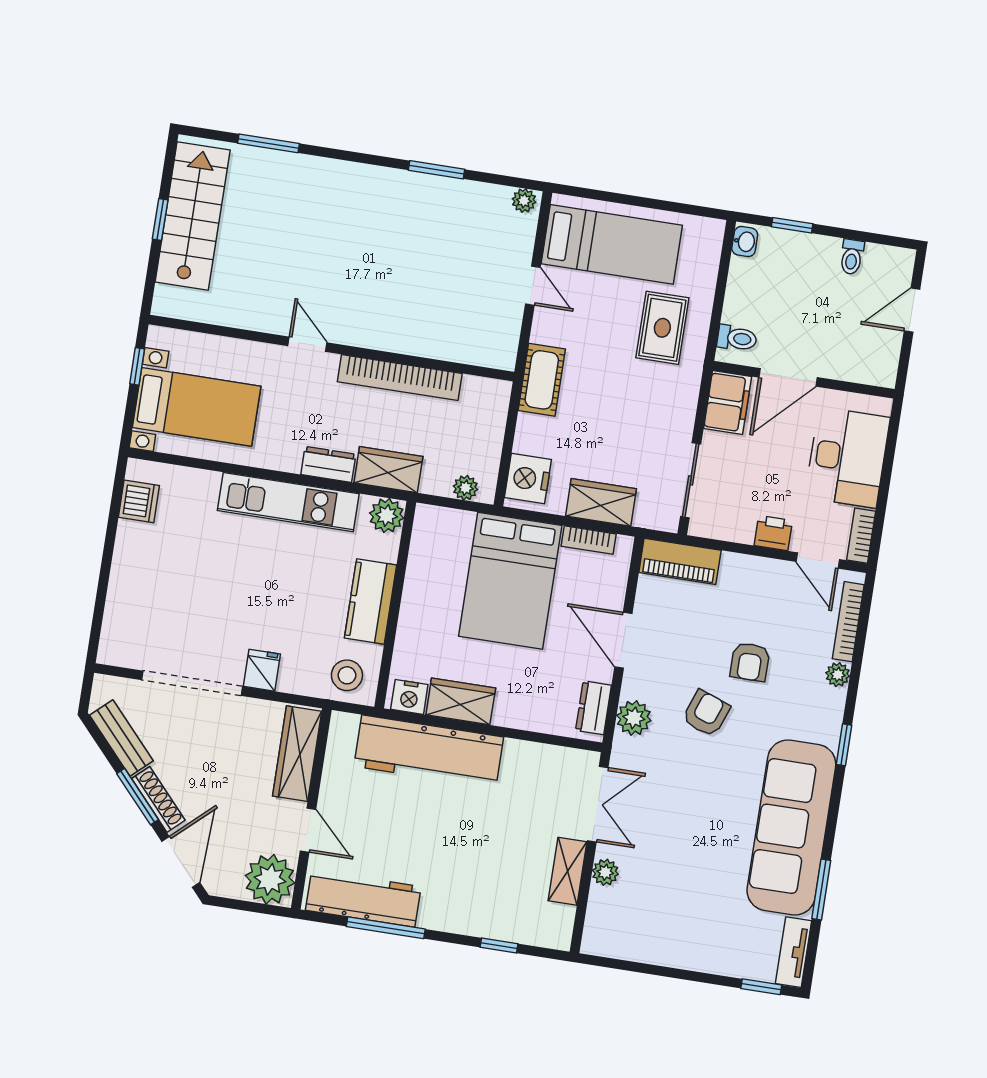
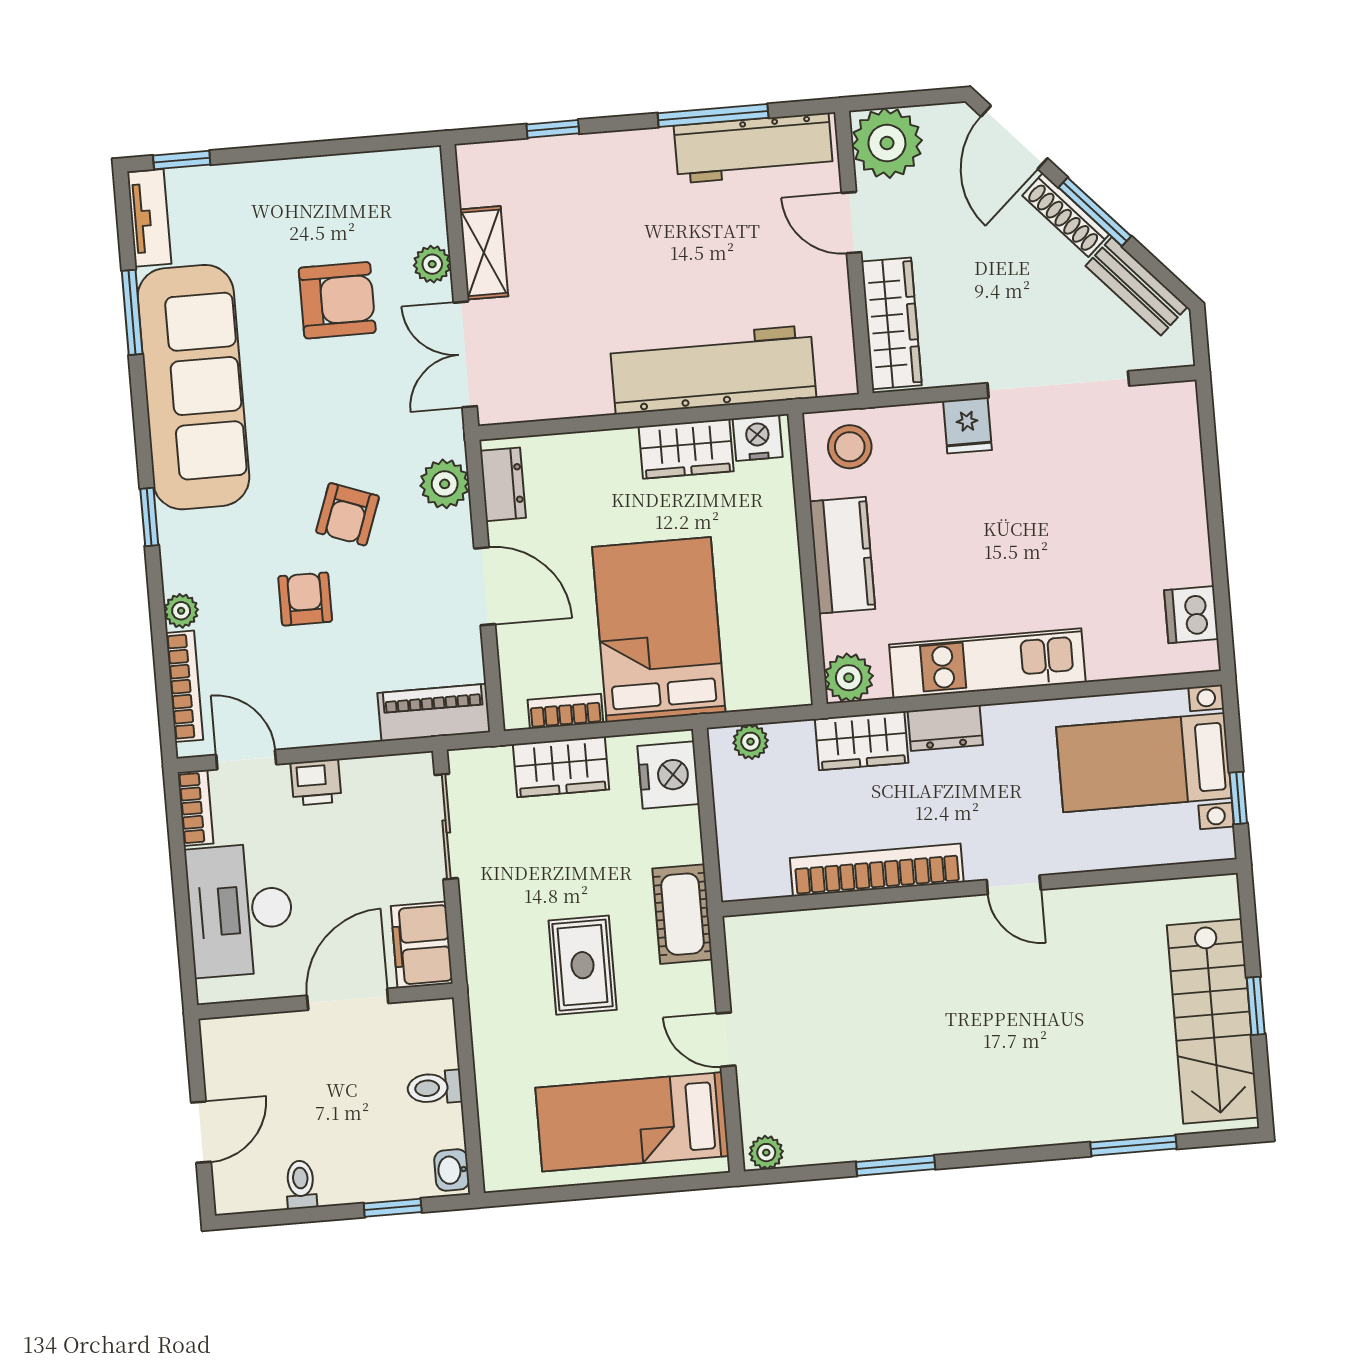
rug: (662, 328) -> (583, 965), moved
toilet: (737, 338) -> (435, 1088), moved
armchair: (677, 863) -> (337, 300), added

